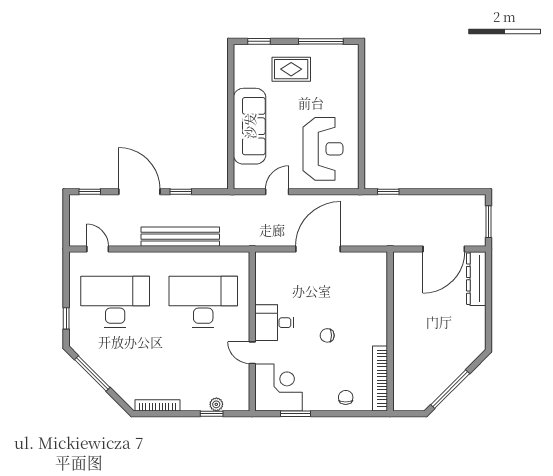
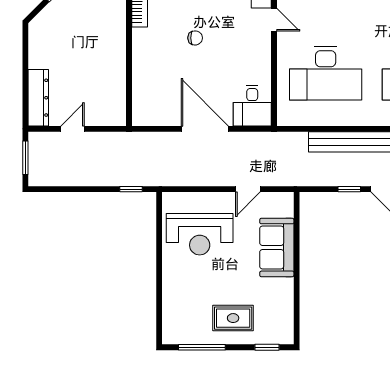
sofa: (250, 126) -> (277, 247), width x0.73
reception desk: (323, 149) -> (200, 234), turned -90
door: (318, 249) -> (205, 129), swing flipped
door: (444, 249) -> (73, 129), width x0.53
desk: (274, 323) -> (252, 106), moved, turned 90

